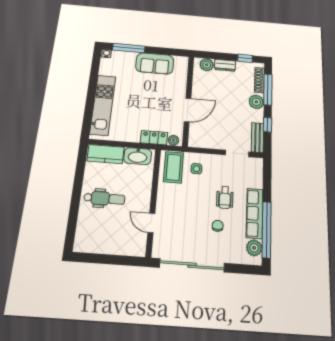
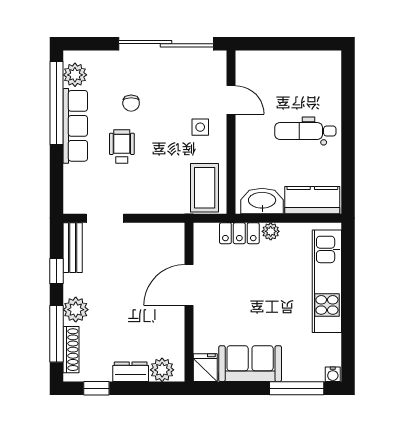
fridge: (181, 64) -> (205, 368), added
plant: (173, 140) -> (271, 231), moved
side table: (196, 169) -> (200, 127), moved

